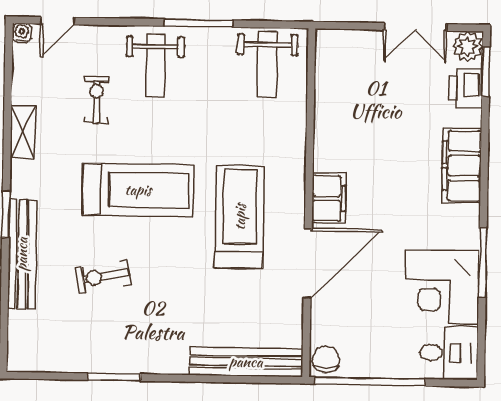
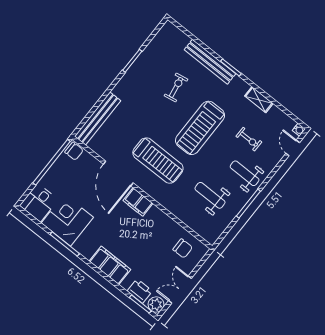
weight bench: (267, 64) -> (210, 195), moved
chair: (348, 72) -> (183, 248), added

